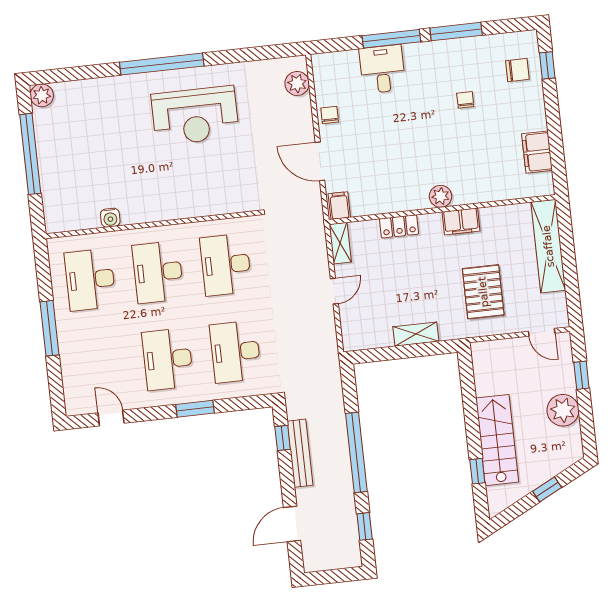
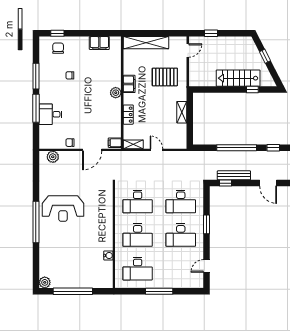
reception desk: (195, 116) -> (63, 208), turned 90
plant: (563, 410) -> (227, 44), removed

